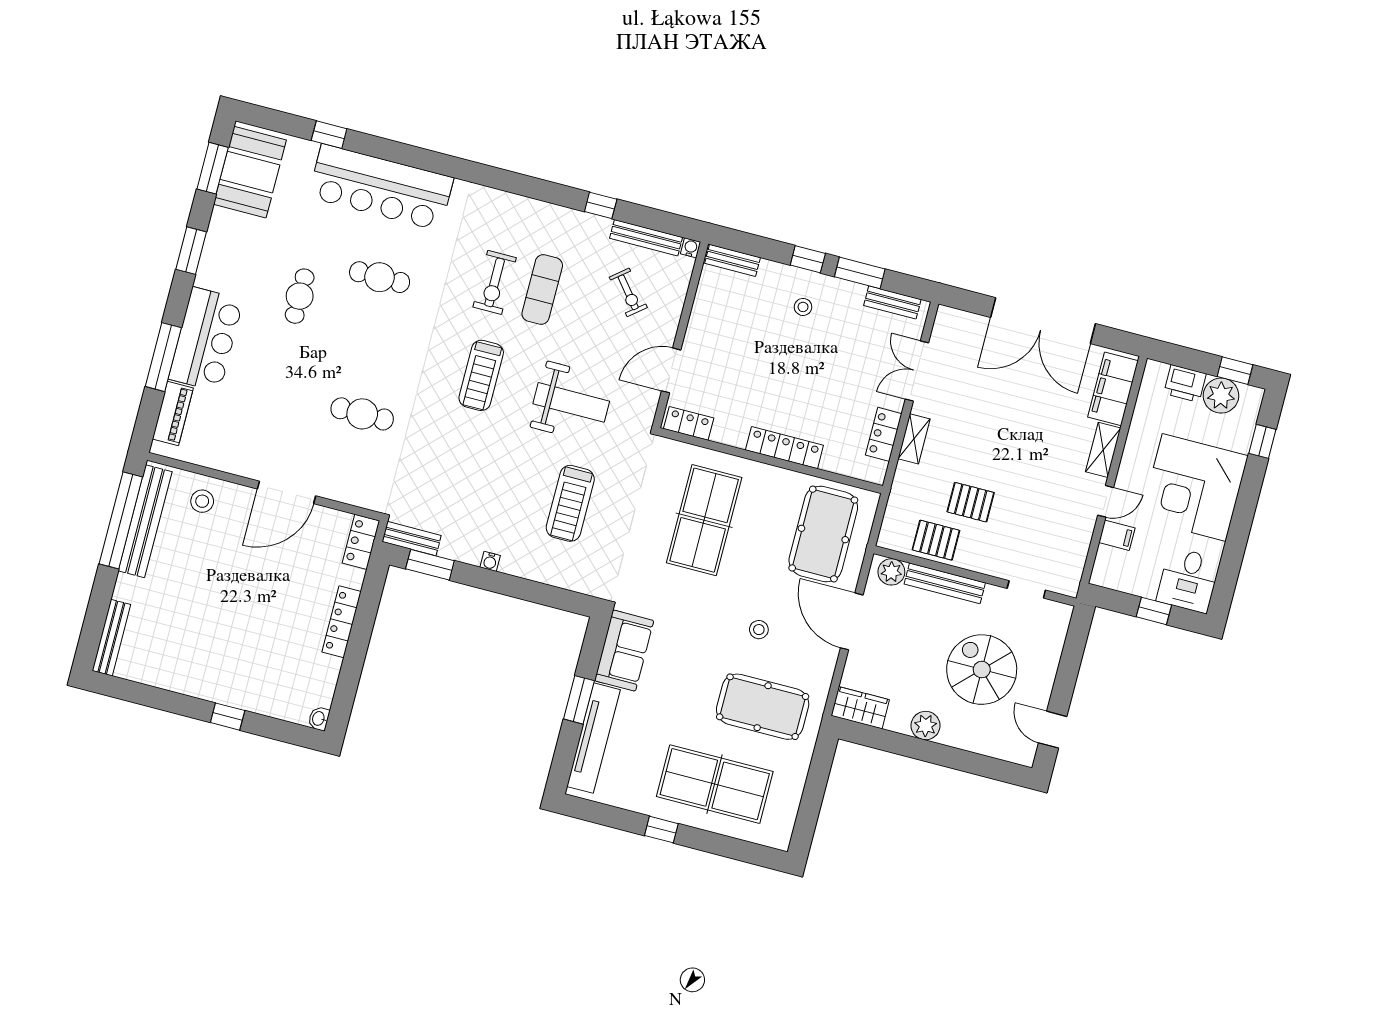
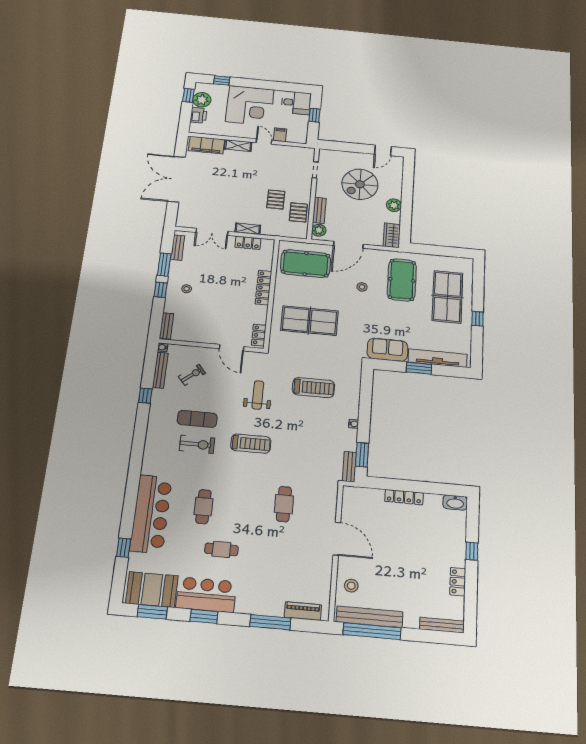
double door: (1043, 321) -> (176, 179), swing flipped
bar counter: (206, 339) -> (206, 595), moved
weight bench: (571, 402) -> (258, 395), width x0.73, depth x0.75
locker: (361, 542) -> (458, 582), moved, turned 90
bench: (945, 583) -> (319, 210), width x0.73
washbasin: (319, 719) -> (455, 503), width x1.91, depth x1.45

